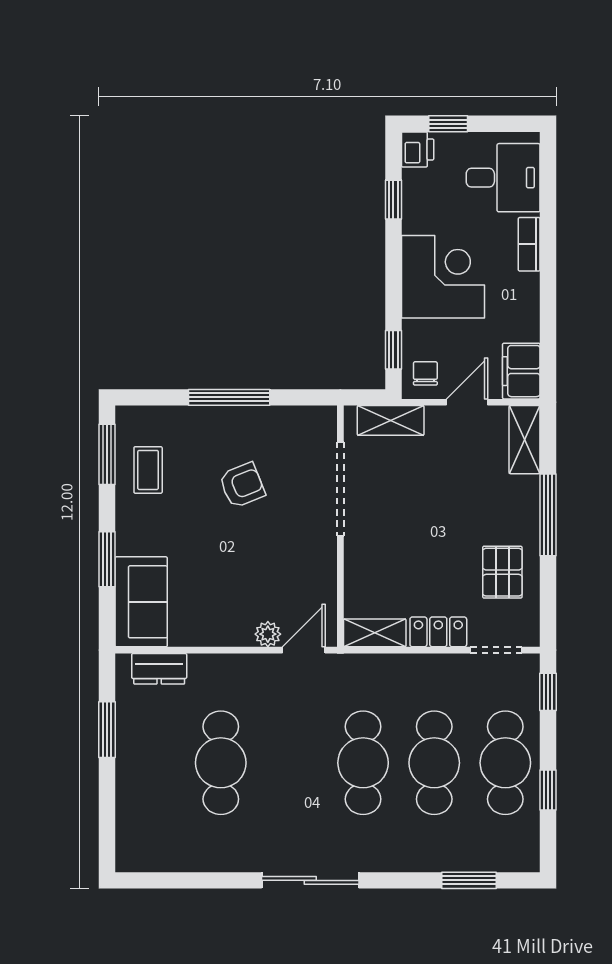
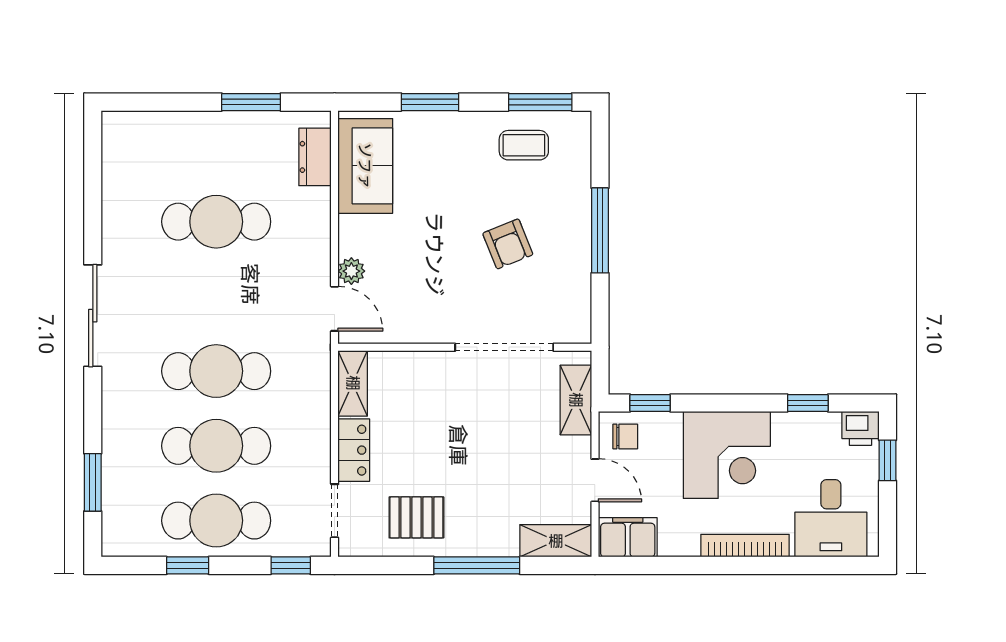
bookcase: (529, 244) -> (745, 546), width x1.56
sofa: (141, 602) -> (365, 166), moved, turned -90

